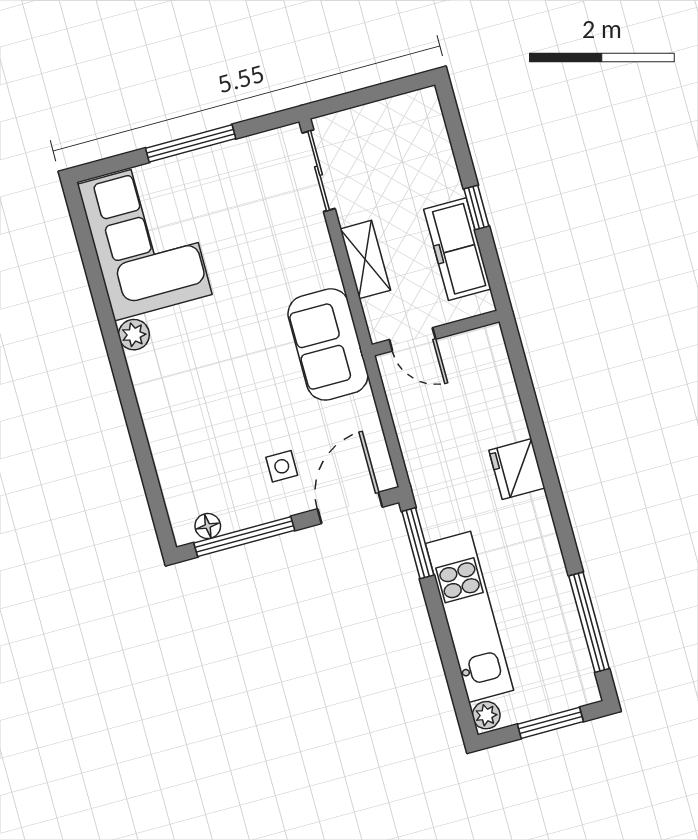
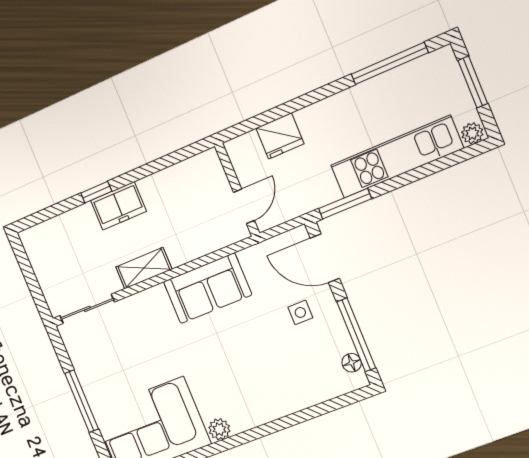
freezer: (457, 249) -> (118, 206), width x0.71
wall: (436, 333) -> (237, 190), moved
door: (412, 339) -> (244, 206), moved

